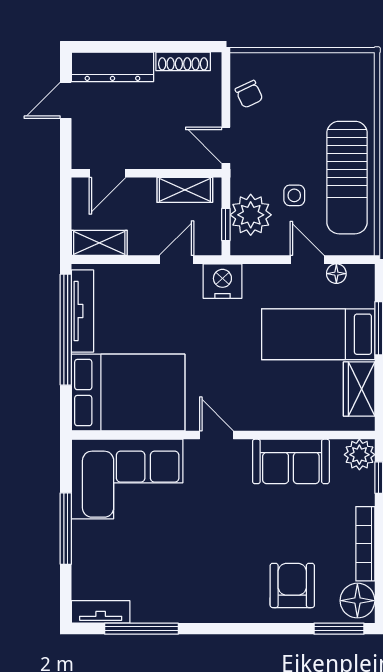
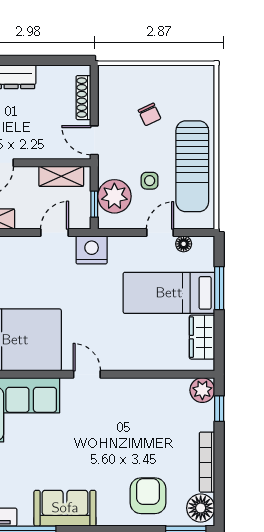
shoe rack: (183, 61) -> (84, 98), moved, turned 90
chair: (249, 94) -> (150, 114), moved
door: (307, 260) -> (160, 233), hinge flipped
sofa: (291, 461) -> (65, 508), moved, turned 180

